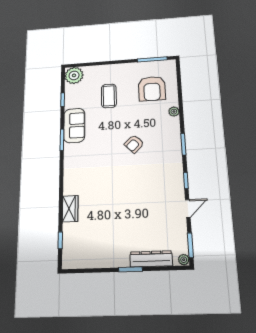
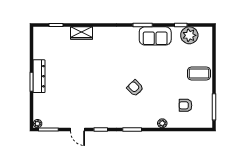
plant: (74, 75) -> (189, 35), moved
armchair: (152, 89) -> (185, 105), width x0.53, depth x0.53
coffee table: (109, 96) -> (199, 74), moved
dresser: (151, 259) -> (39, 76), moved

